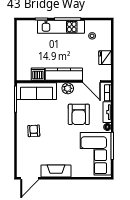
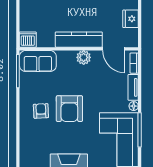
dishwasher: (38, 74) -> (28, 40), moved
sofa: (37, 91) -> (38, 61), width x0.73
armchair: (79, 114) -> (69, 109), moved

